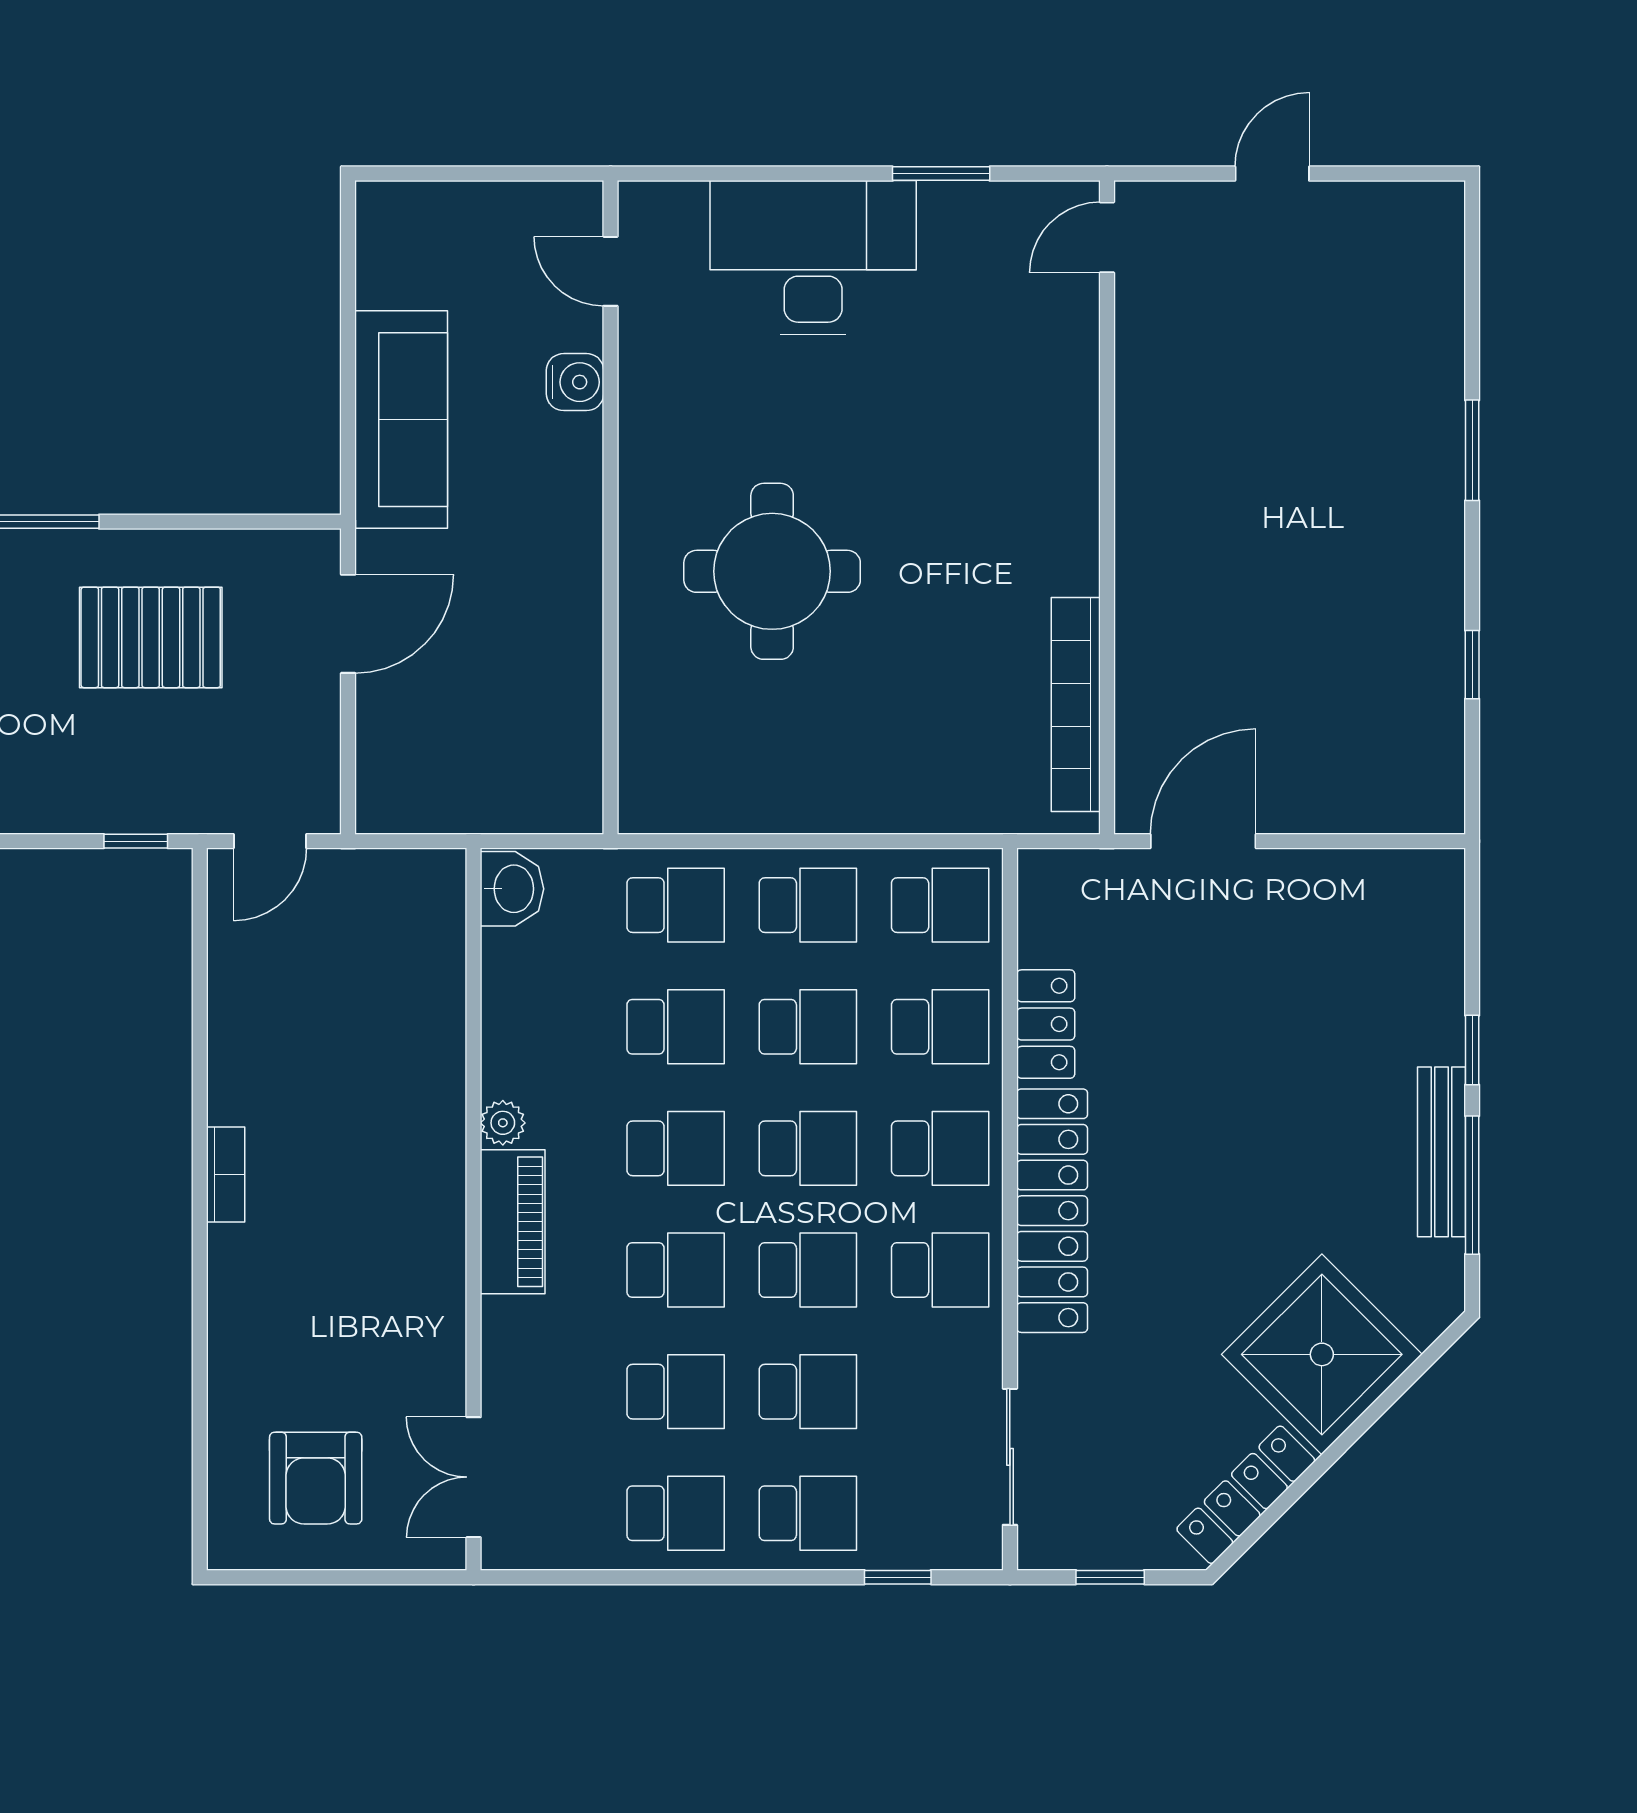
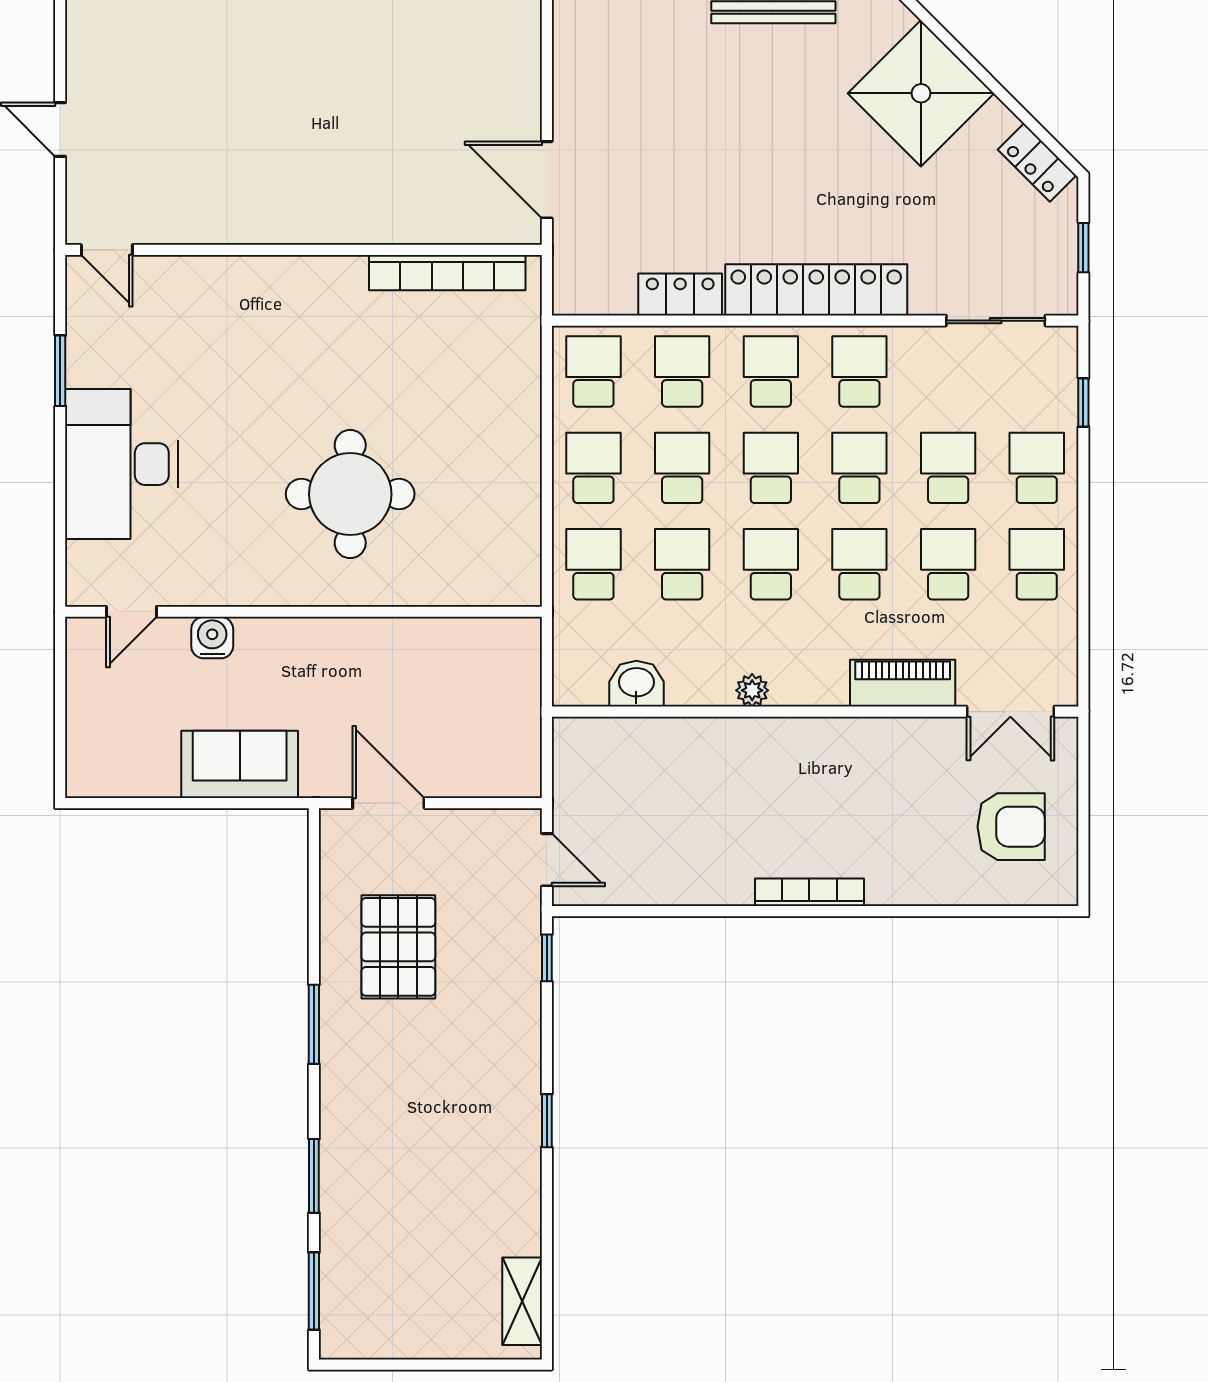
sofa: (401, 420) -> (240, 764), width x0.73
washbasin: (512, 889) -> (636, 684), moved
bookcase: (226, 1175) -> (809, 892), width x1.56
piano: (513, 1222) -> (903, 683), moved
locker: (1246, 1495) -> (1037, 162), width x0.66

